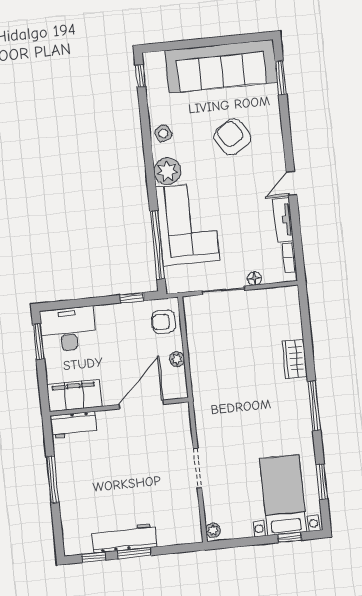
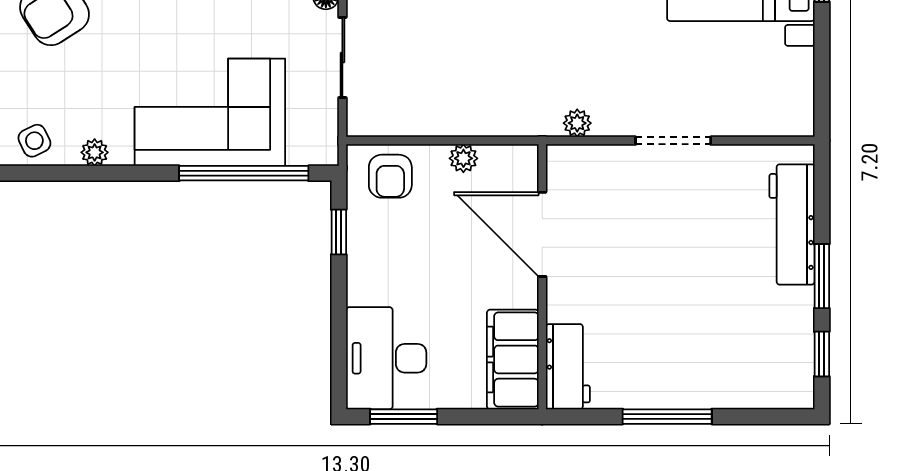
plant: (167, 171) -> (95, 152), width x0.53, depth x0.53
plant: (213, 530) -> (577, 123), moved
workbench: (124, 538) -> (792, 224), moved

